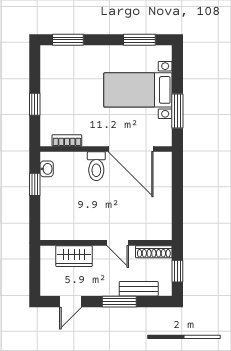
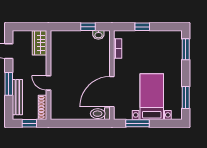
toilet: (96, 166) -> (100, 114), moved
door: (118, 243) -> (48, 83), hinge flipped
wardrobe: (74, 256) -> (40, 43), moved
bench: (139, 289) -> (17, 97), width x1.36

